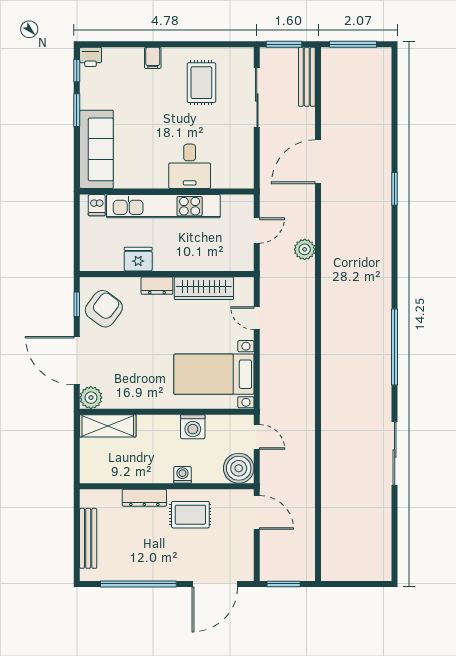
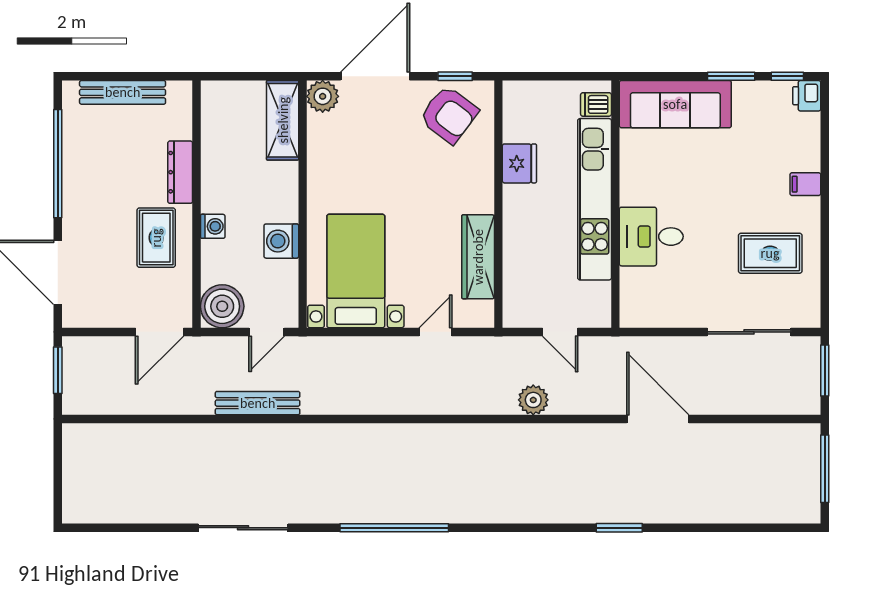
bench: (307, 77) -> (258, 403), moved
dresser: (157, 286) -> (482, 190), removed

